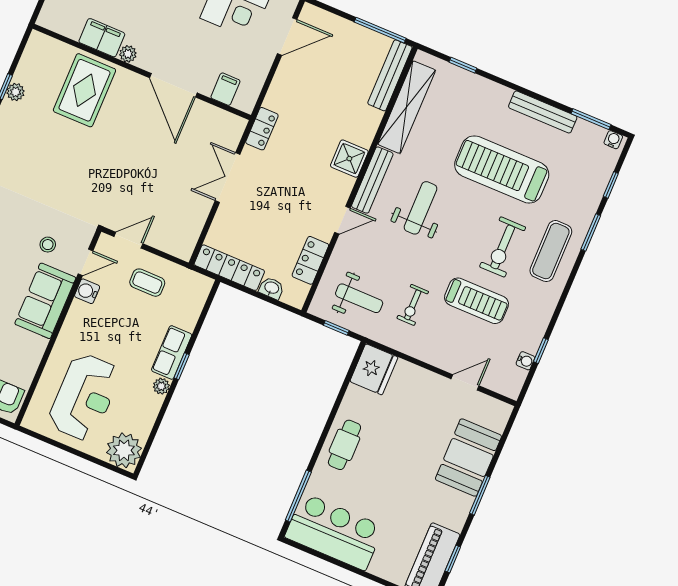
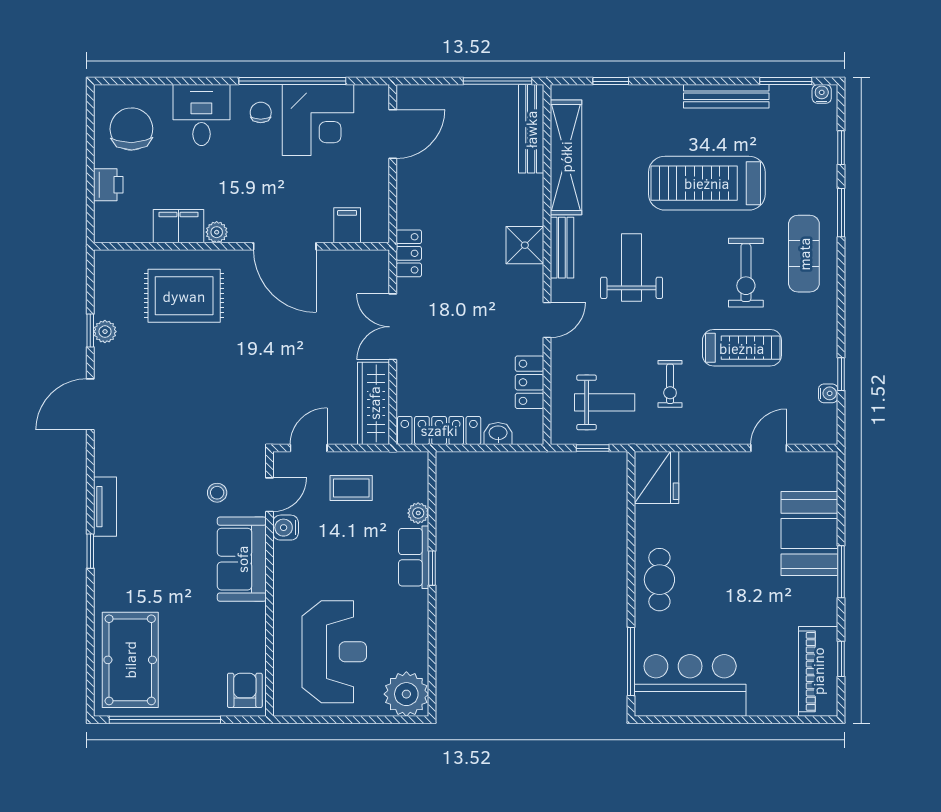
rug: (84, 90) -> (184, 296), turned 90
bench: (372, 180) -> (562, 248), width x0.73
wardrobe: (190, 228) -> (374, 403), added
plant: (161, 386) -> (418, 513), moved

